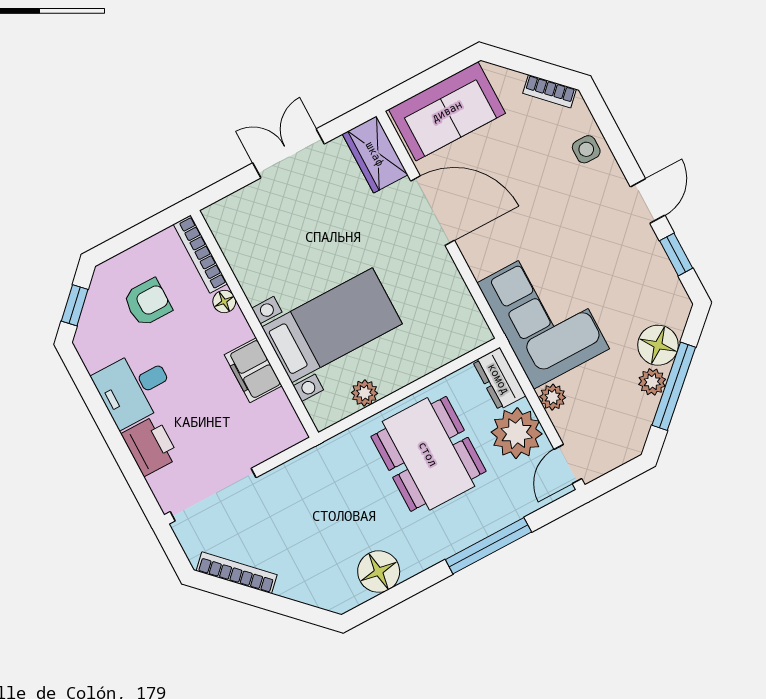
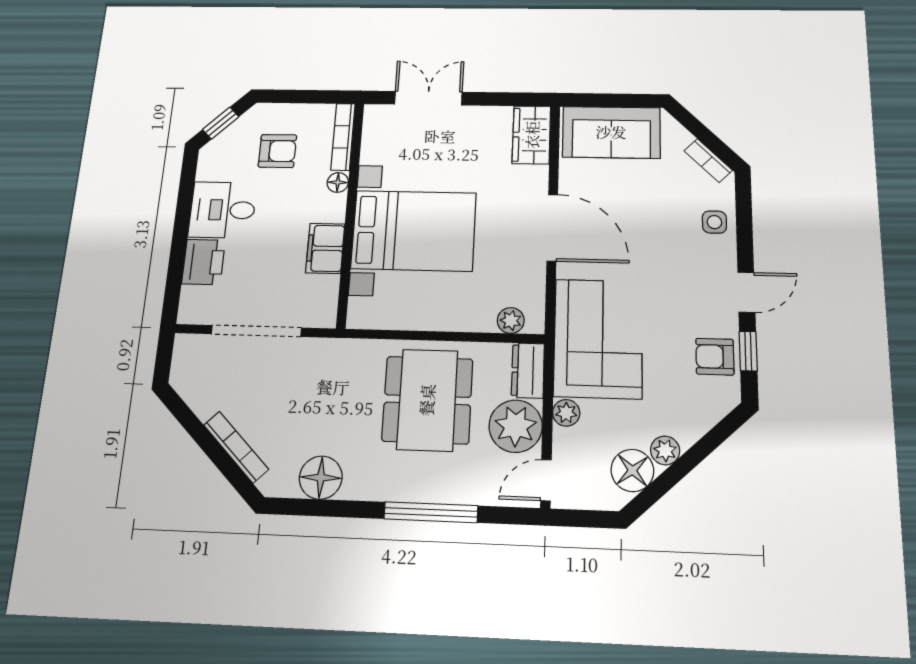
double door: (288, 153) -> (428, 98), moved
door: (433, 211) -> (552, 228), moved
armchair: (651, 276) -> (715, 357), added
bed with nightstands: (332, 325) -> (414, 231), width x1.36
floor lamp: (658, 345) -> (632, 470), moved
window: (674, 386) -> (683, 466), removed
plant: (365, 393) -> (511, 321), moved
doorway: (213, 495) -> (256, 331), moved
bookcase: (237, 573) -> (236, 447), moved

